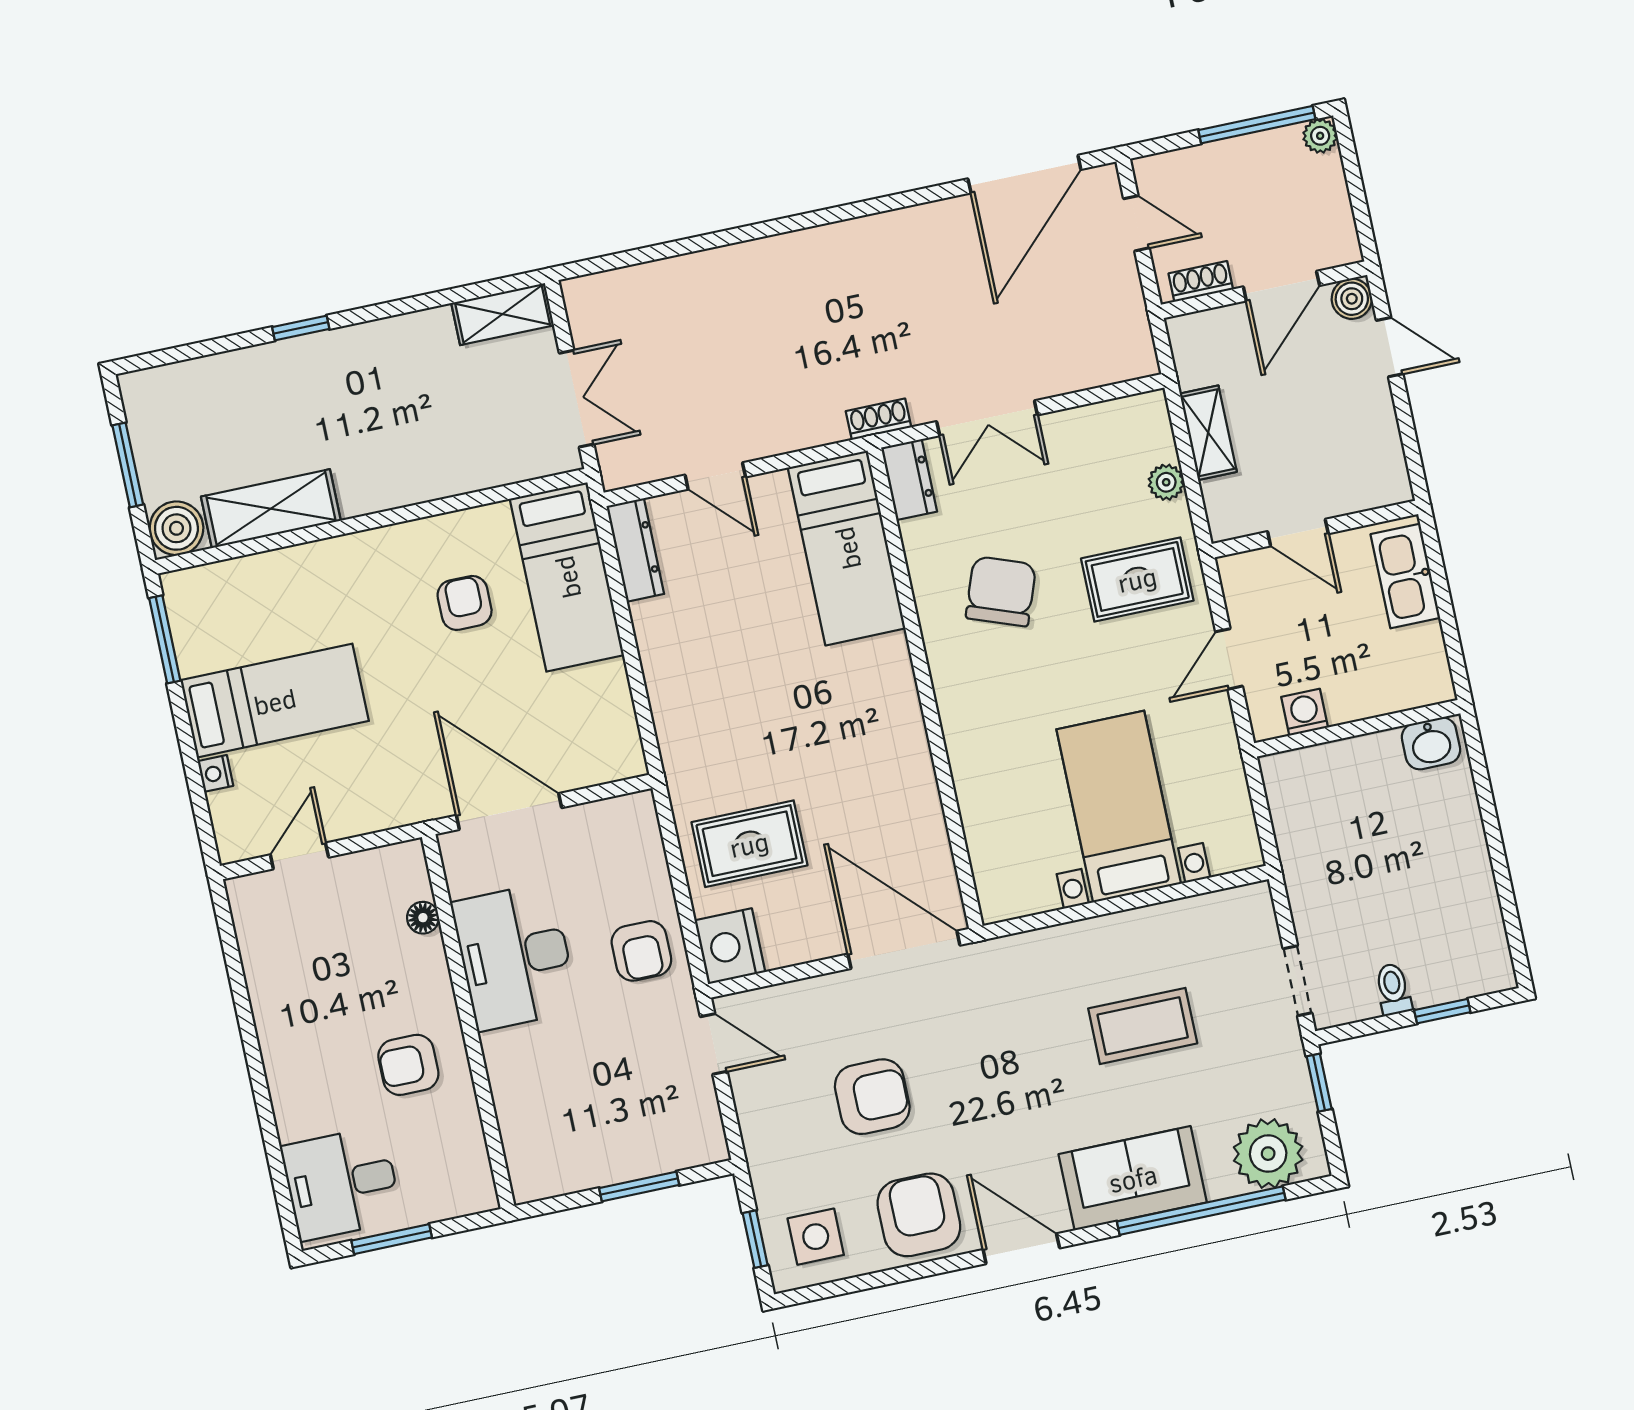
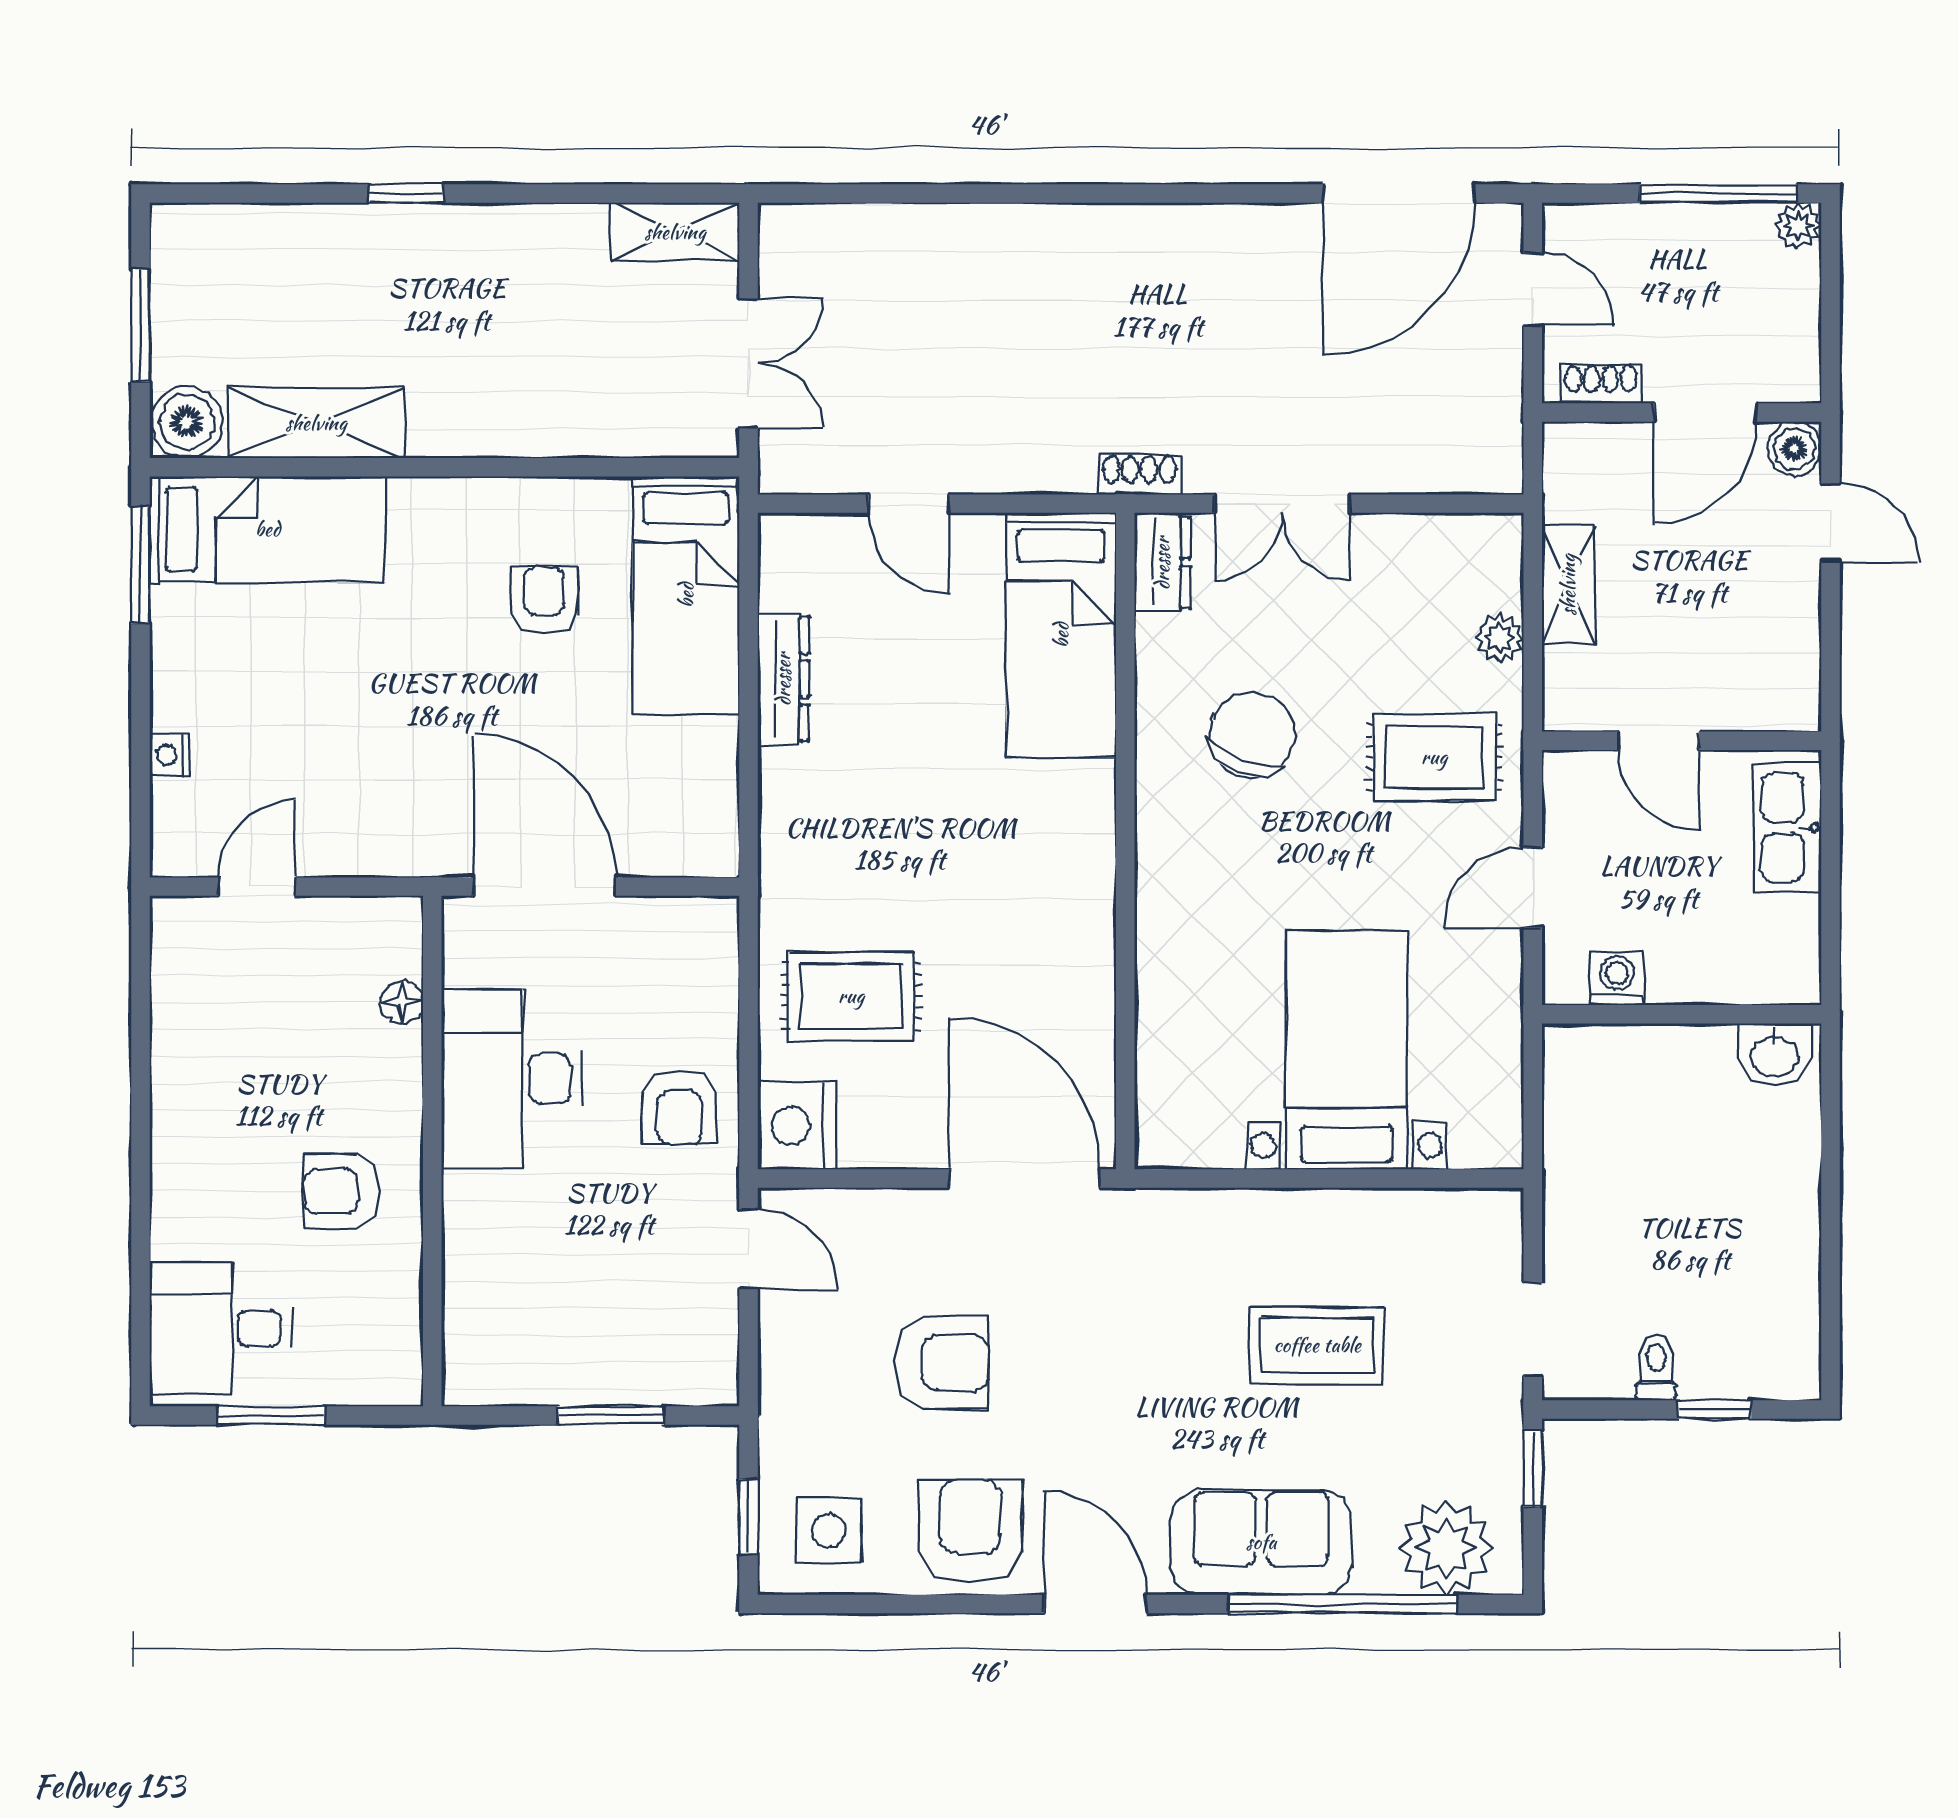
dresser: (635, 550) -> (783, 679), moved
bed: (275, 701) -> (268, 529), moved

